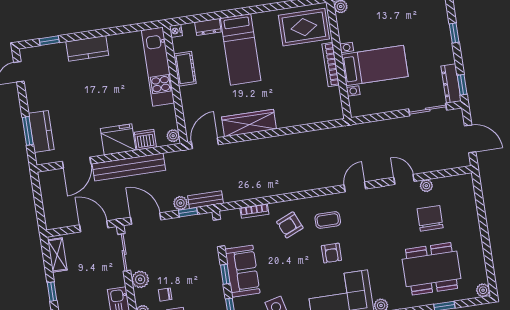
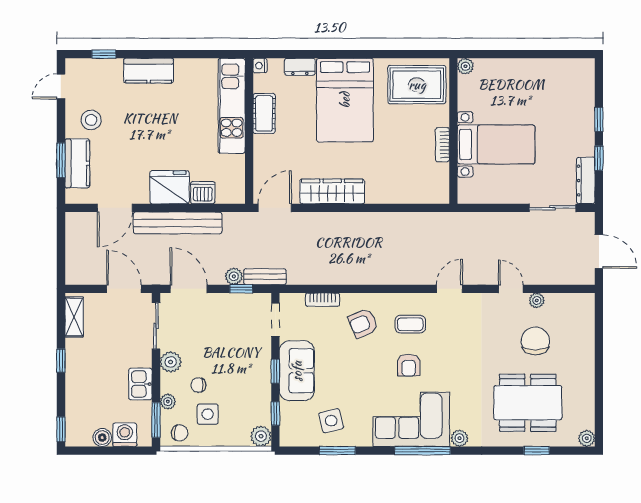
bed: (241, 49) -> (345, 100), width x1.50
bookcase: (331, 64) -> (442, 145), width x0.64
window: (462, 85) -> (599, 158), moved
stool: (47, 95) -> (91, 120), added
plant: (173, 136) -> (237, 193), removed

